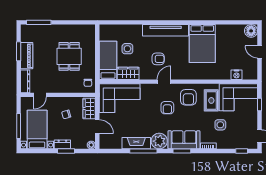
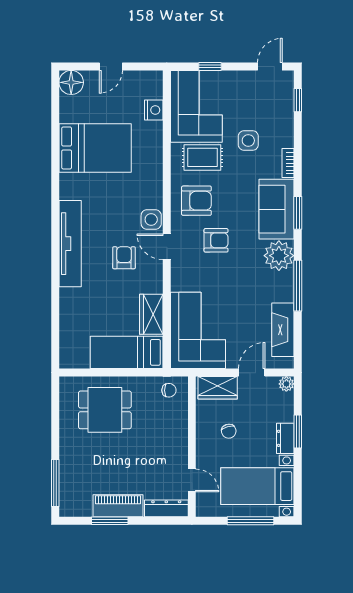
bed: (202, 44) -> (95, 148), moved
side table: (127, 49) -> (151, 219), moved
dining table: (69, 56) -> (105, 410), moved
fireplace: (136, 143) -> (283, 330), moved

